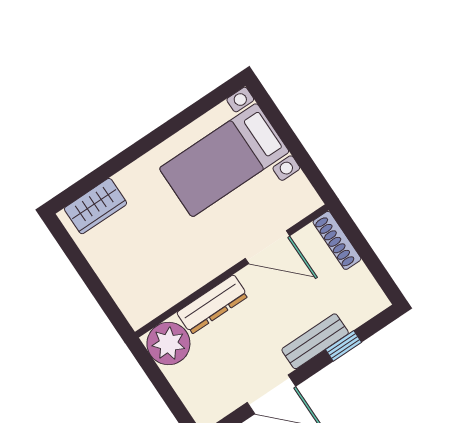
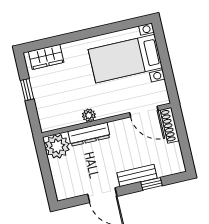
door: (267, 247) -> (144, 112), moved
window: (85, 271) -> (27, 90), added
plant: (200, 274) -> (89, 115), added

